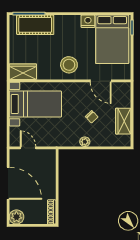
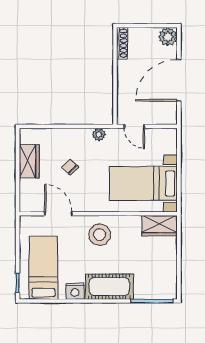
cot: (35, 25) -> (109, 287), moved
bed: (112, 39) -> (43, 268), width x0.67
plant: (85, 142) -> (99, 134), moved
door: (28, 148) -> (134, 126), moved
door: (8, 183) -> (179, 80), hinge flipped

